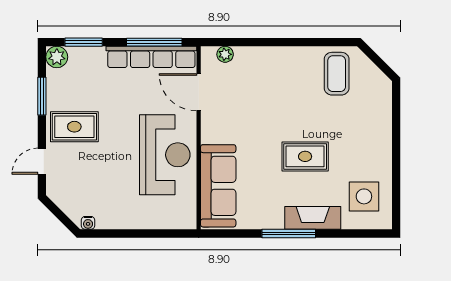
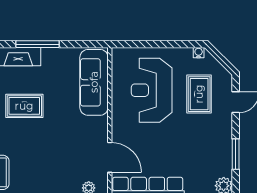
rug: (74, 127) -> (199, 94), moved, turned 90
reception desk: (165, 155) -> (152, 90), moved

